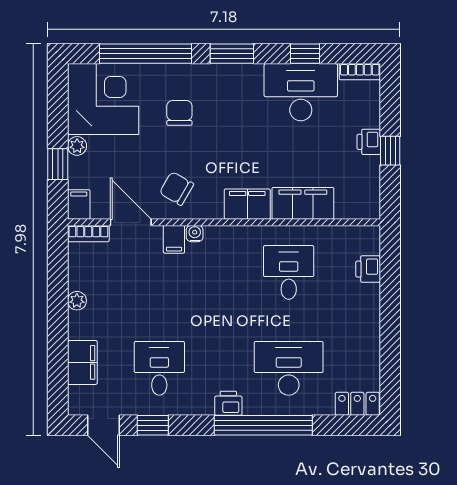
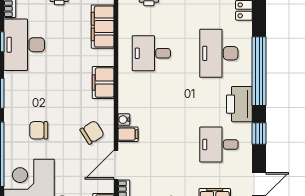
chair: (176, 188) -> (92, 132), turned -152
filing cabinet: (303, 203) -> (103, 27), moved
printer: (228, 403) -> (239, 104), width x1.87, depth x1.48
window: (153, 425) -> (259, 134), moved

